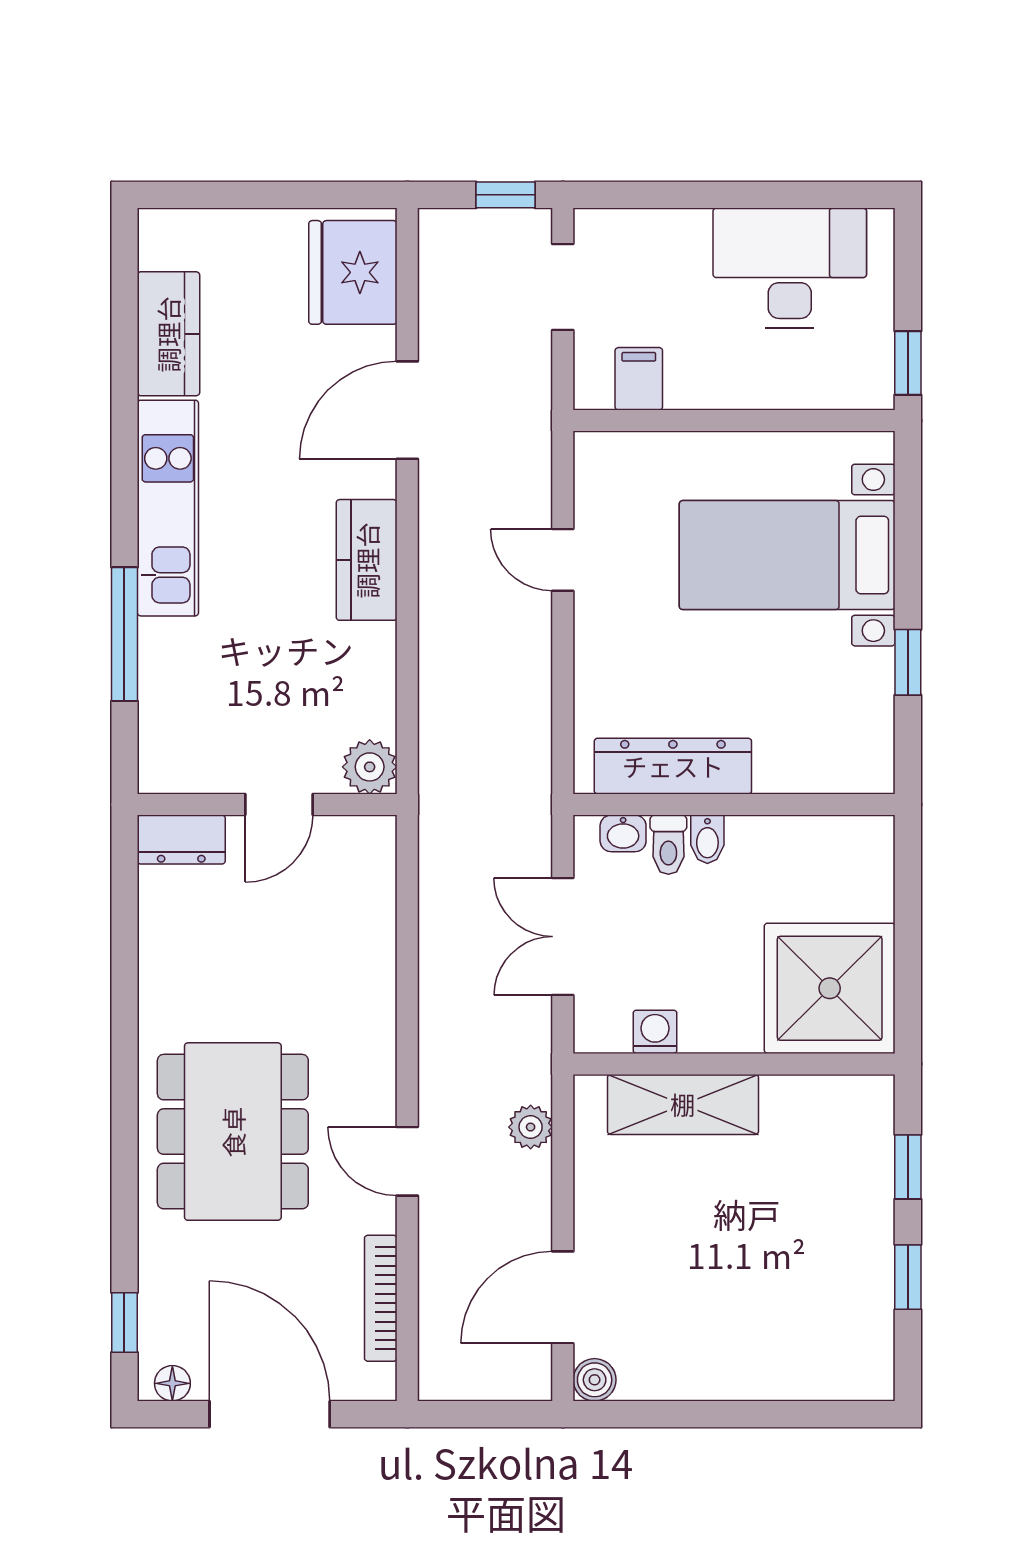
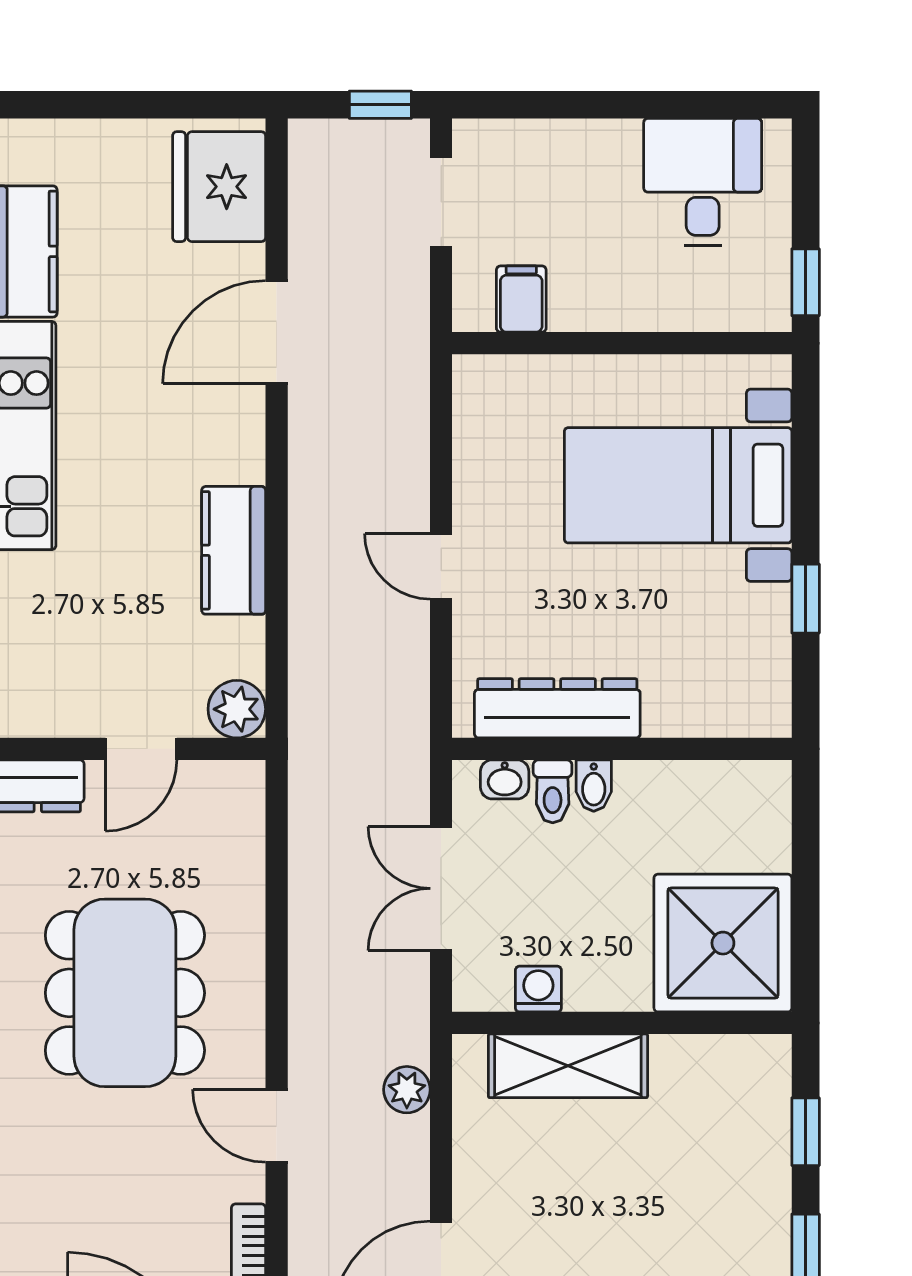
desk: (790, 268) -> (703, 182), width x0.73
kitchen counter: (367, 560) -> (234, 550), moved
door: (563, 560) -> (441, 566), moved
dining table: (233, 1132) -> (125, 993), moved

